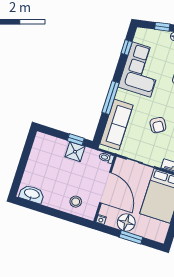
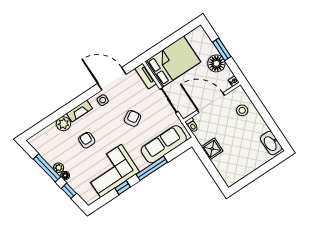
window: (127, 47) -> (123, 188), moved
window: (76, 140) -> (204, 158), removed
door: (105, 188) -> (211, 103), hinge flipped

